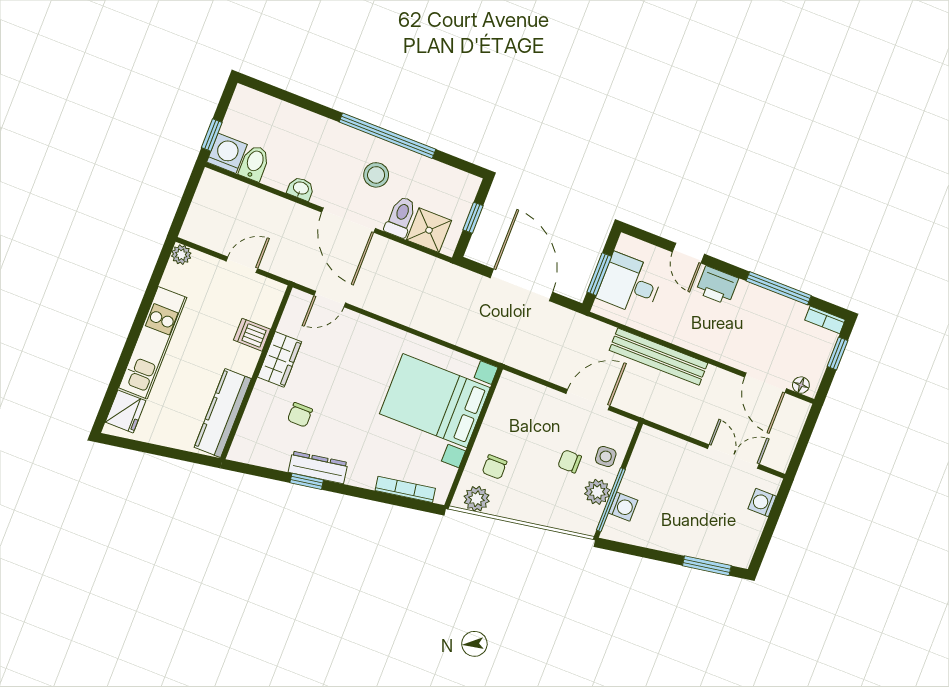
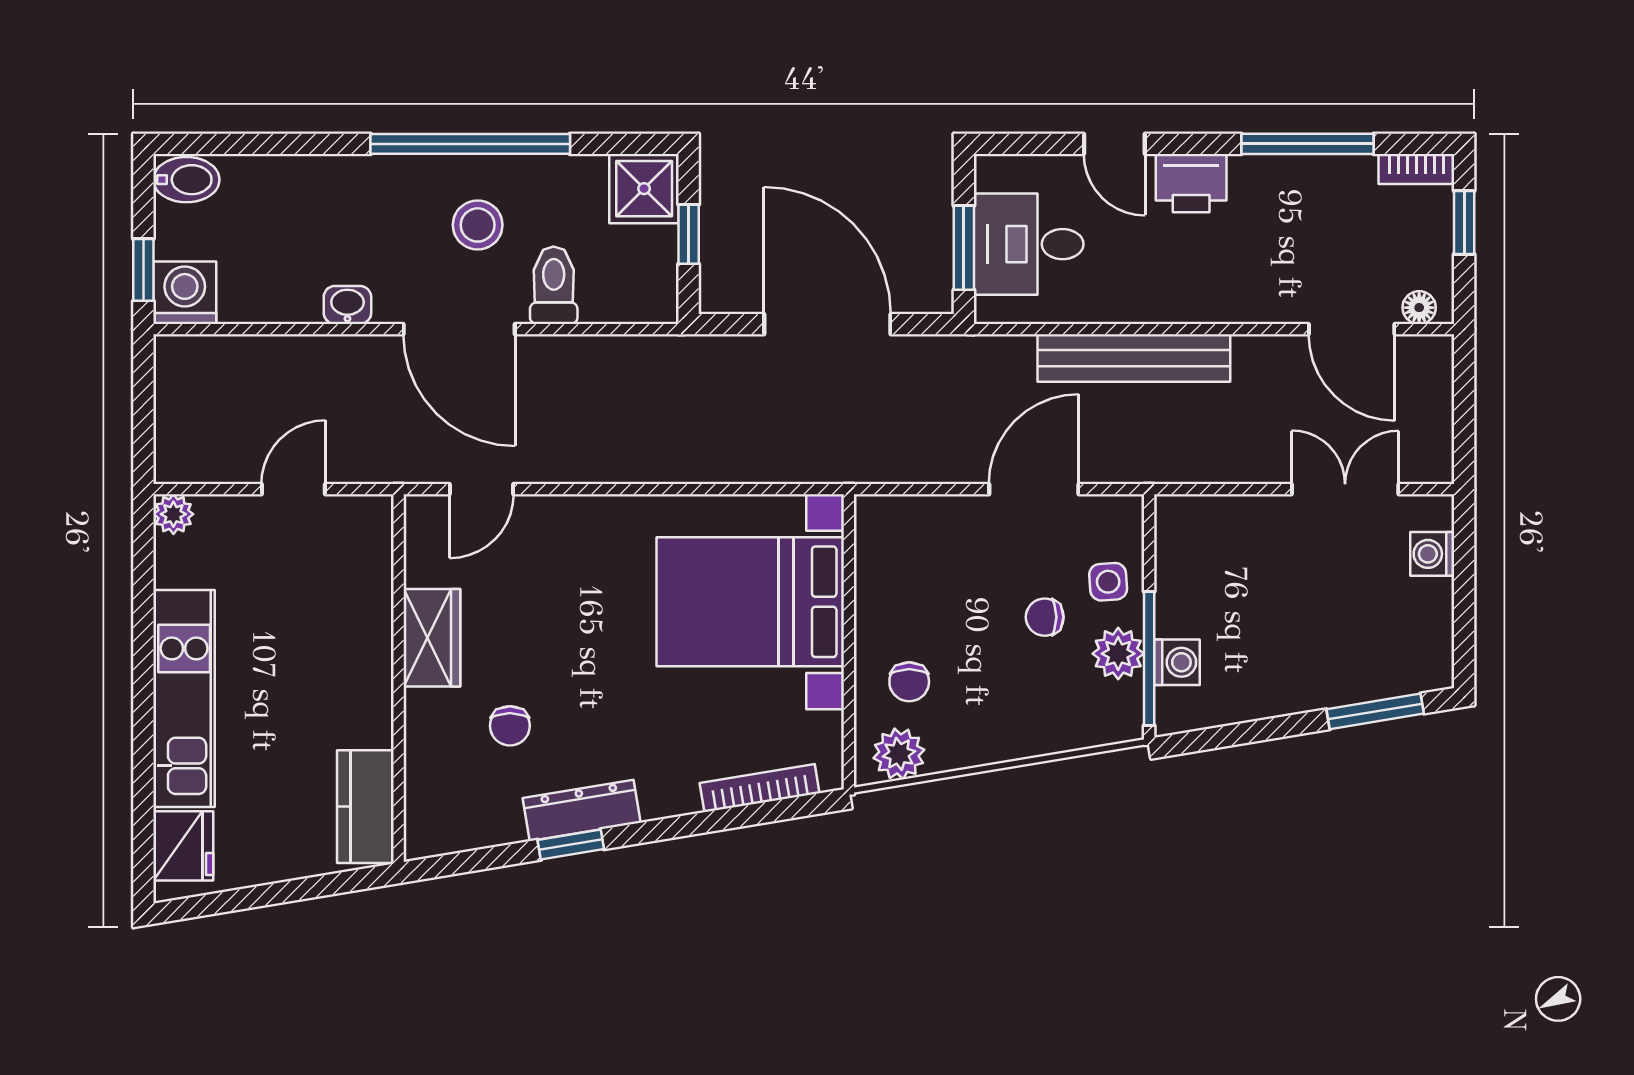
bidet: (254, 163) -> (186, 180), moved, turned 90
shower: (429, 230) -> (644, 189), moved
dishwasher: (252, 335) -> (363, 612), removed
kitchen counter: (223, 413) -> (365, 807), width x0.67

